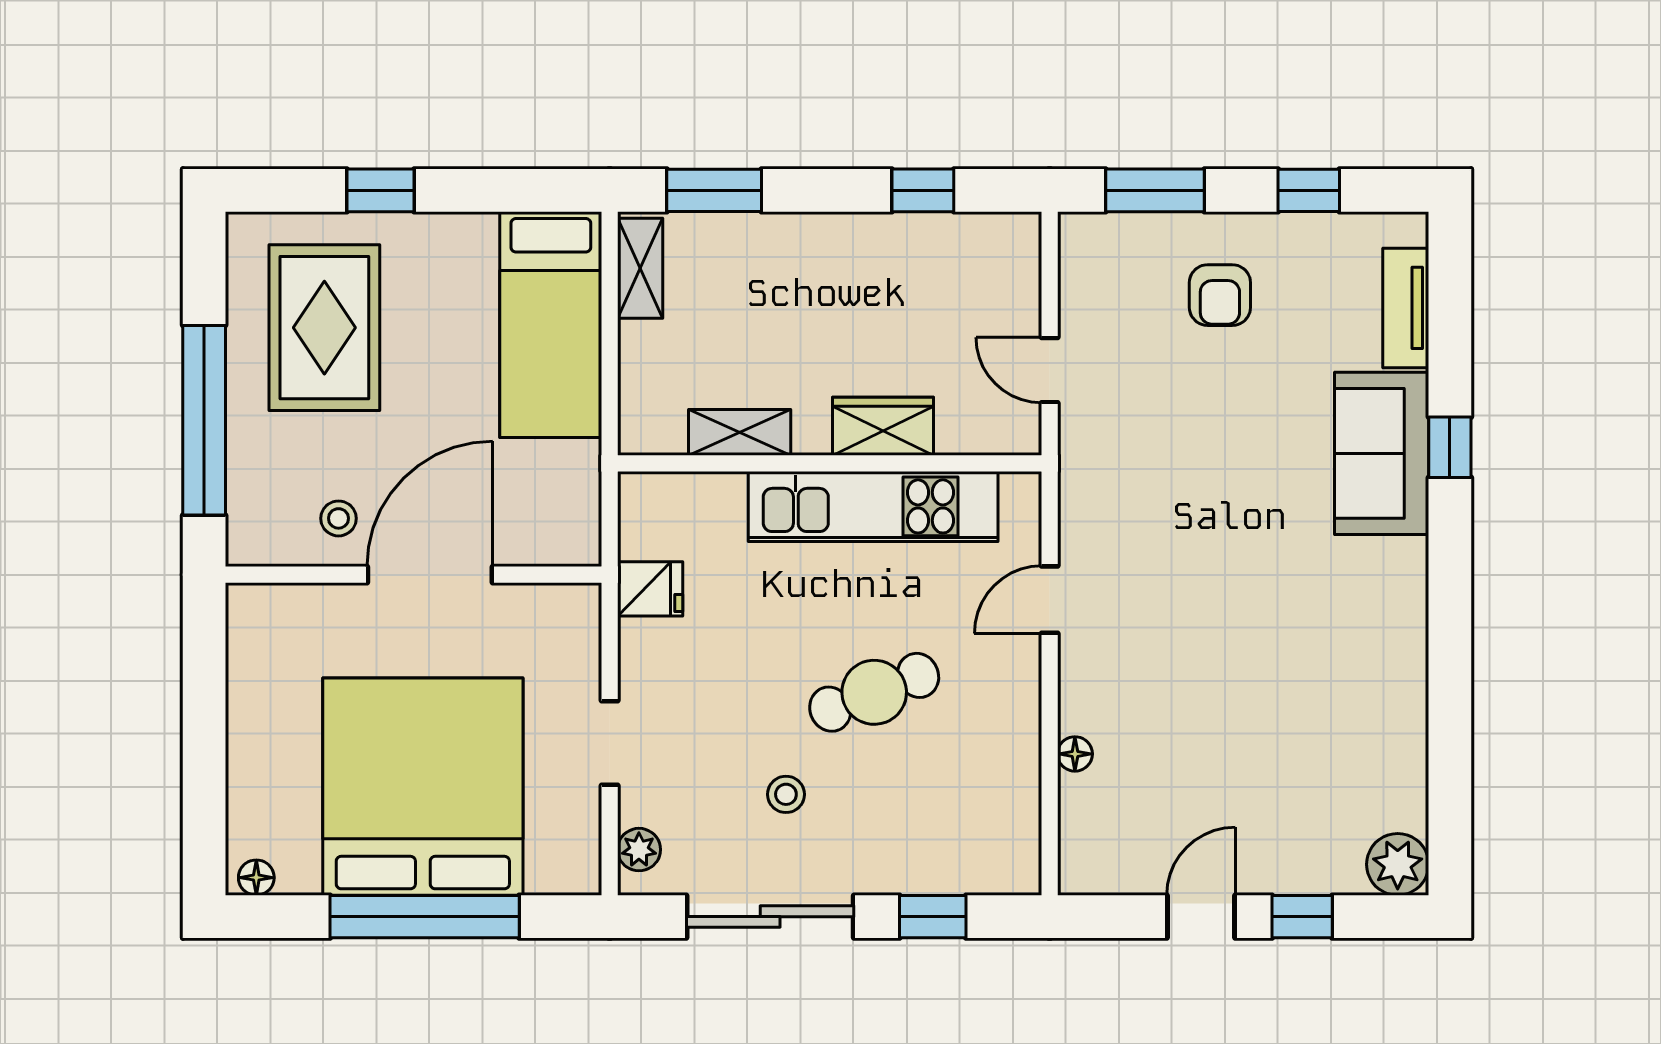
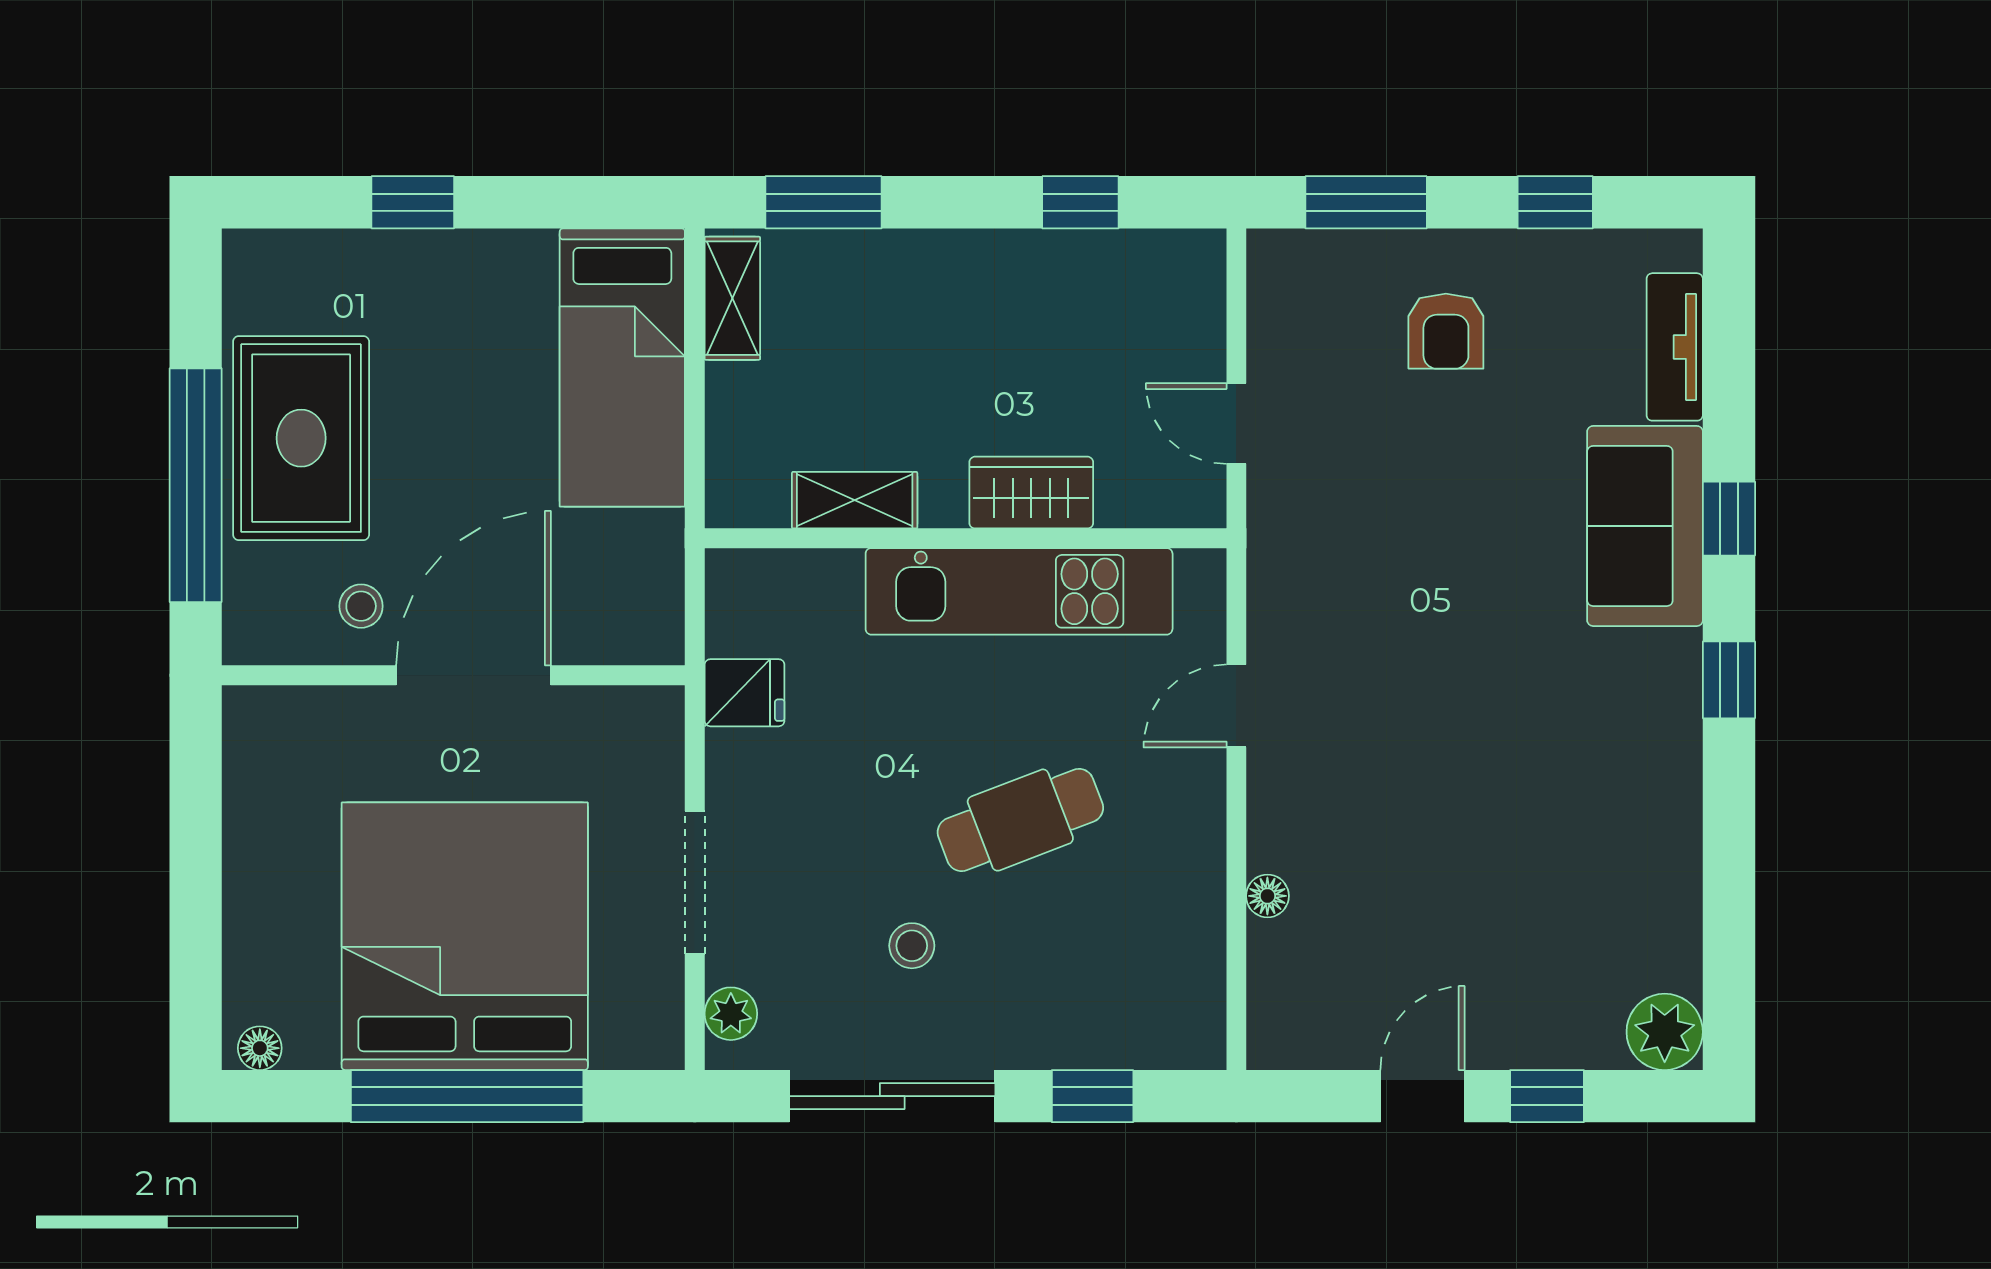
rug: (324, 328) -> (301, 438), moved
window: (1450, 578) -> (1729, 680), added
doorway: (610, 743) -> (695, 883), width x1.38

